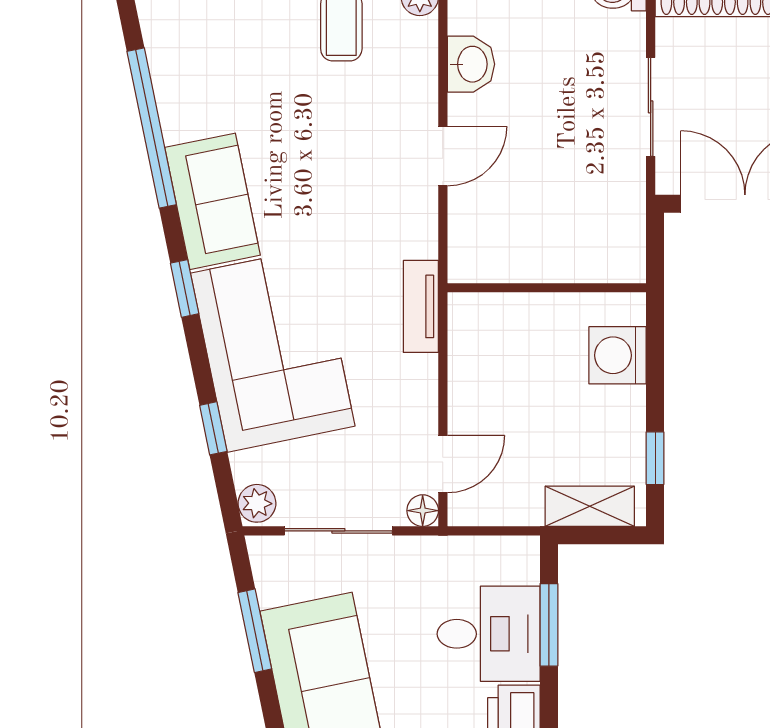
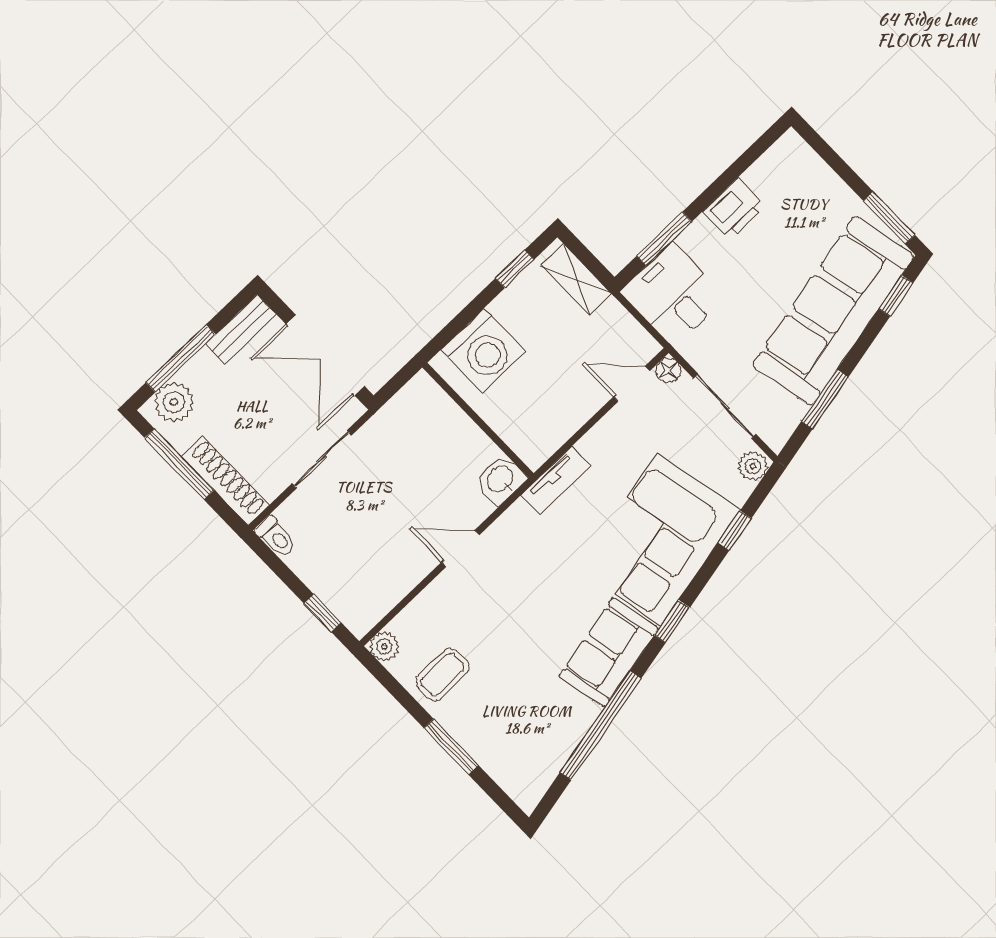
washbasin: (471, 64) -> (501, 480), moved
washing machine: (618, 355) -> (483, 351), width x1.37, depth x1.37
desk: (489, 634) -> (673, 295), moved

